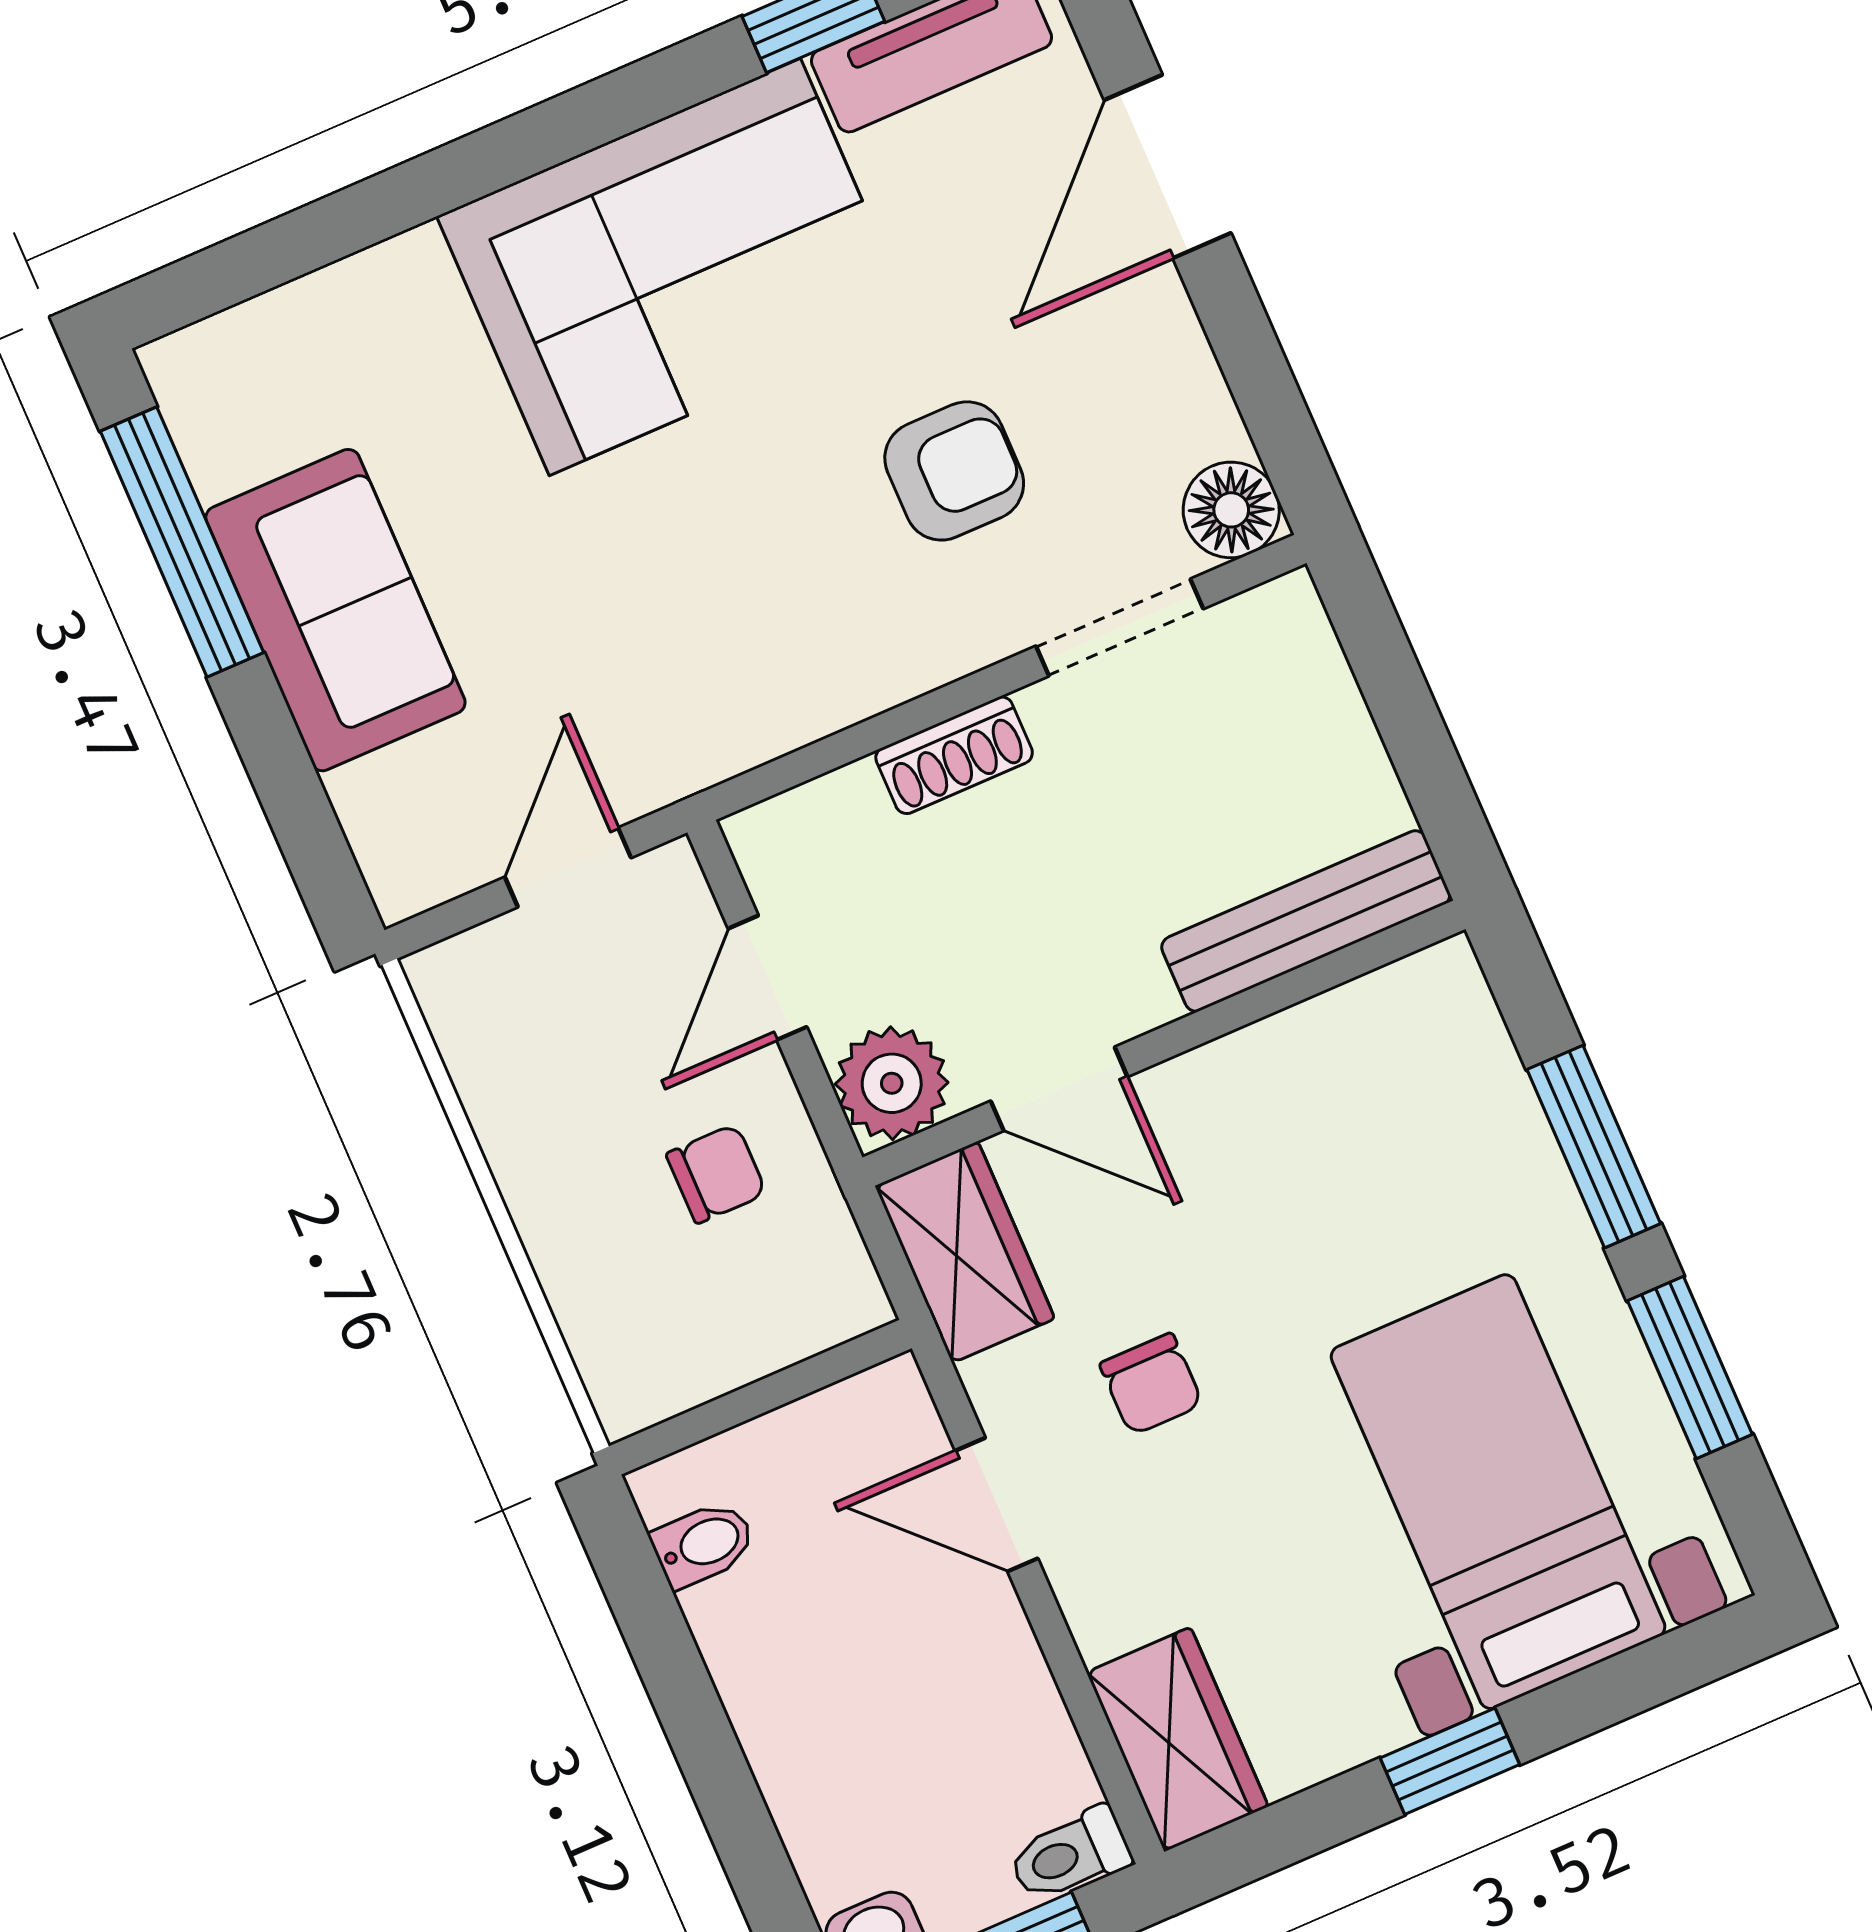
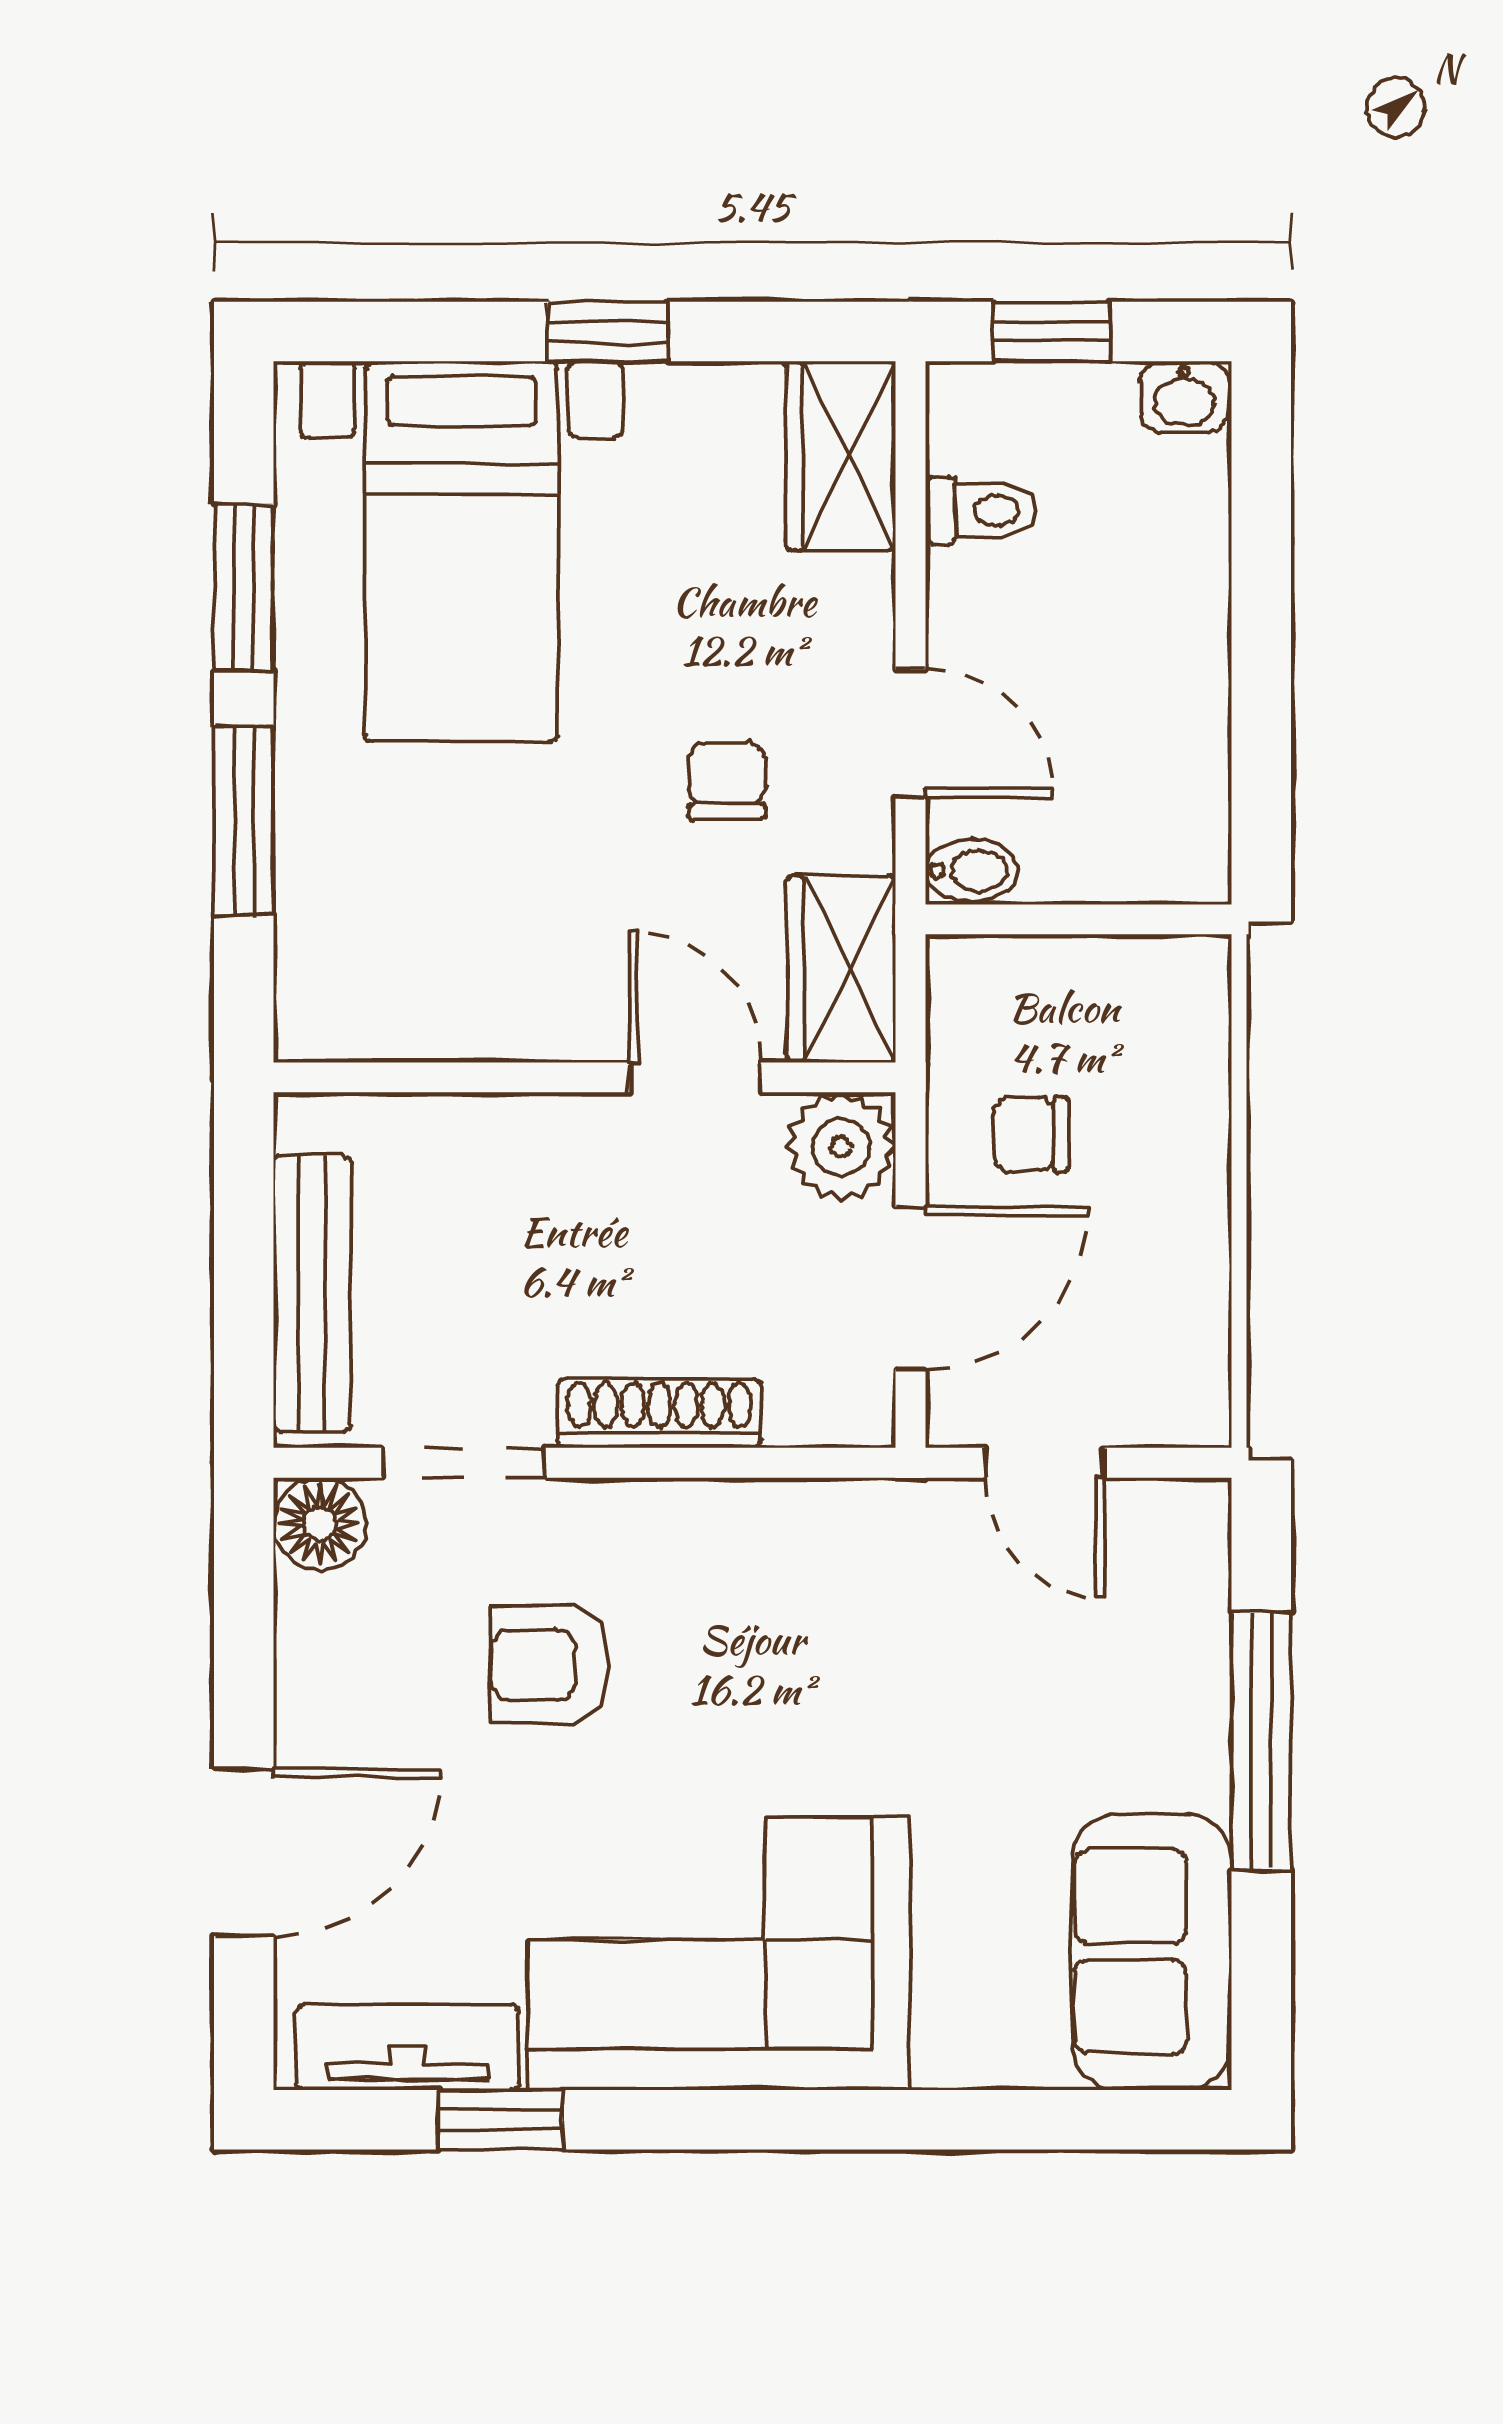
window: (182, 542) -> (1261, 1742), moved
sofa: (335, 610) -> (1152, 1952), moved
shoe rack: (954, 755) -> (660, 1413), width x1.43
door: (568, 867) -> (1045, 1463), hinge flipped
bench: (1306, 921) -> (312, 1294), moved, turned 90
door: (767, 978) -> (910, 1288), width x1.37
bidet: (703, 1544) -> (972, 870), moved, turned 180
toilet: (1070, 1855) -> (980, 511), moved

